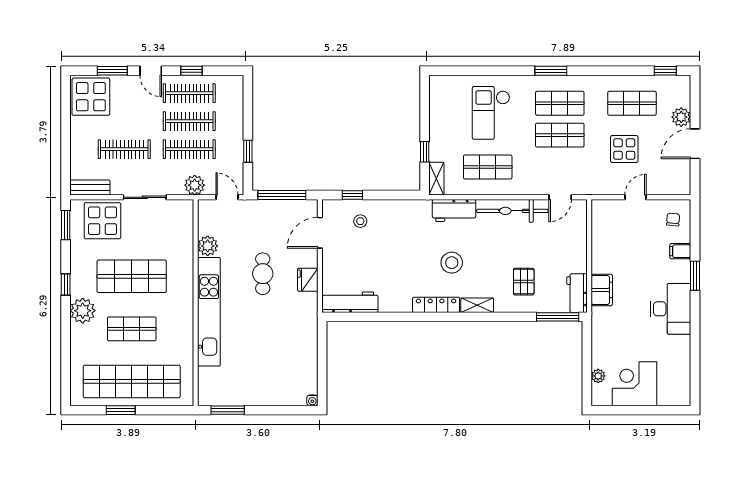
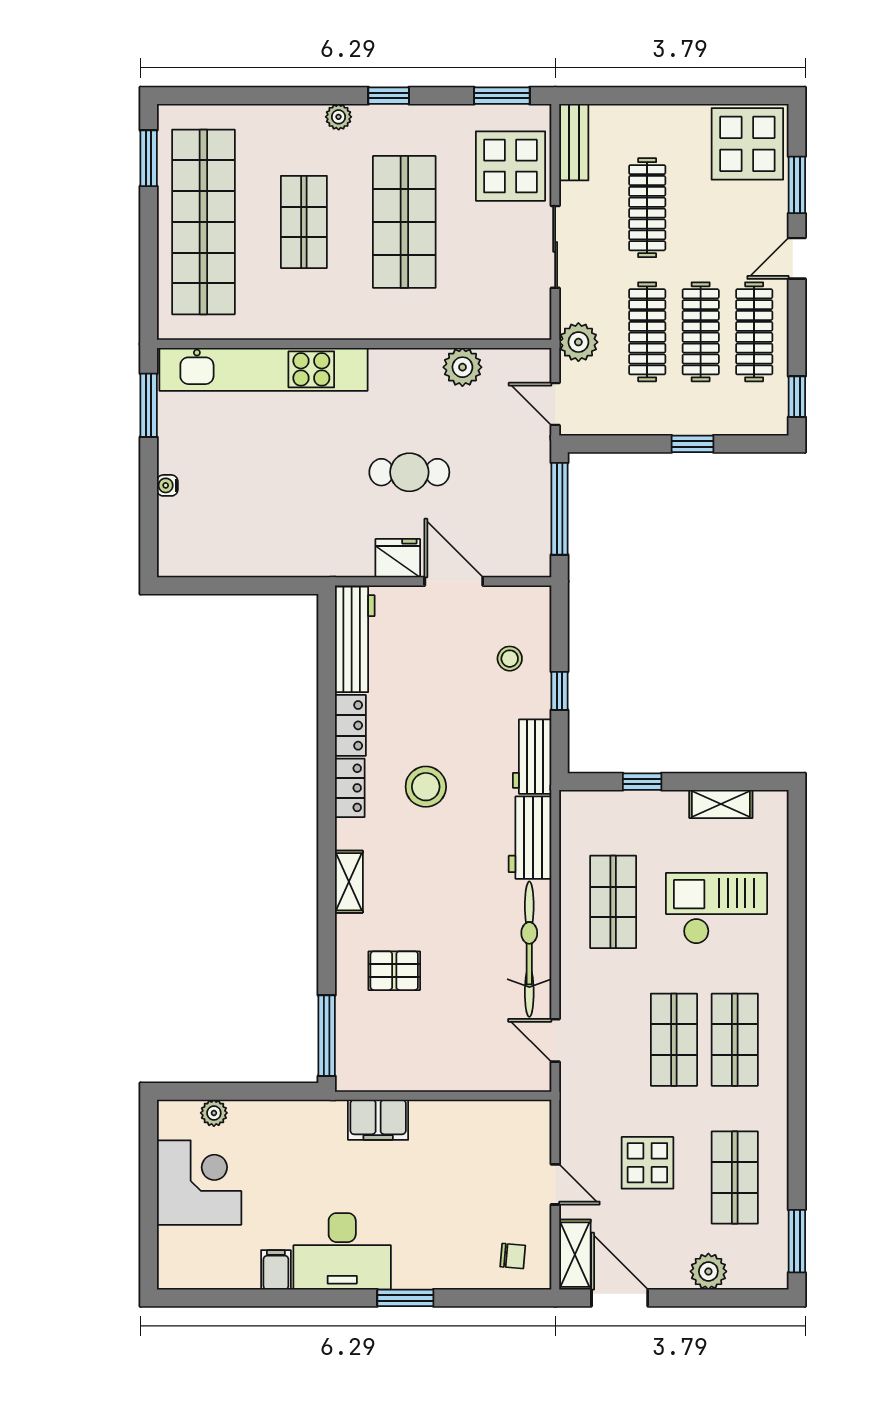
window: (191, 71) -> (797, 397), moved
window: (551, 71) -> (797, 1022), removed
window: (665, 71) -> (797, 1241), width x1.50
door: (695, 144) -> (620, 1298), moved
window: (248, 151) -> (692, 444), moved
shelving: (436, 179) -> (721, 804), moved
shelving: (672, 187) -> (575, 1255), added
window: (352, 195) -> (560, 691), moved
door: (227, 197) -> (555, 404), swing flipped
door: (320, 233) -> (454, 581), moved
filing cabinet: (680, 251) -> (276, 1270), moved
stool: (452, 263) -> (426, 787), moved
workbench: (577, 293) -> (532, 757), moved, turned -90
locker: (395, 305) -> (350, 725), added
locker: (436, 305) -> (350, 788), width x0.66
plant: (83, 311) -> (339, 117), width x0.53, depth x0.53
kitchen unit: (209, 312) -> (263, 369), moved
water cooler: (312, 400) -> (167, 485), moved
window: (121, 410) -> (149, 158), moved

